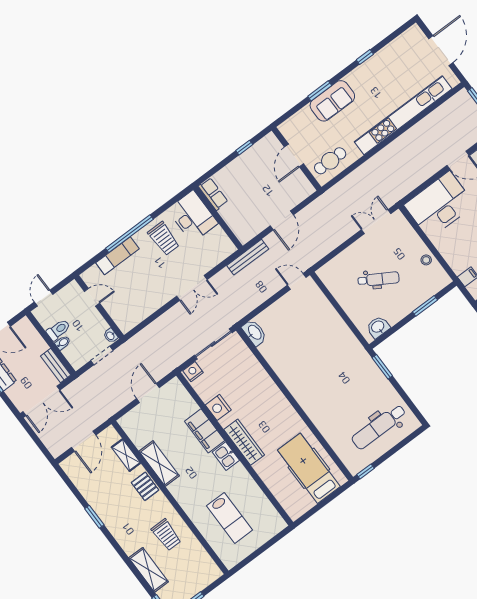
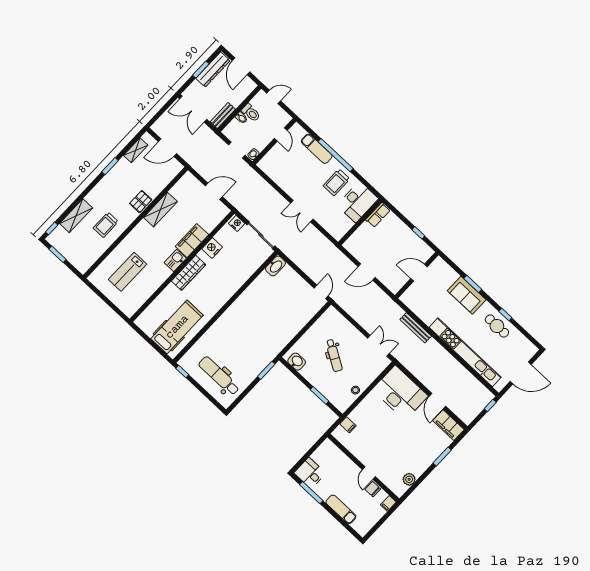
cafe table: (330, 161) -> (497, 326), moved
bench: (248, 257) -> (416, 328), moved
shelving: (126, 455) -> (136, 150), moved

